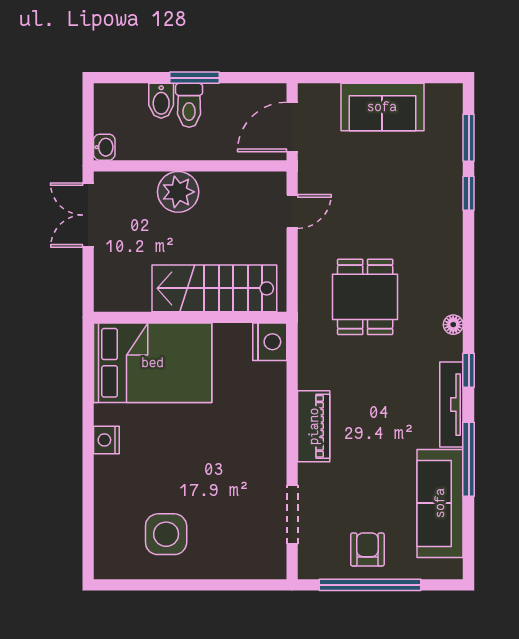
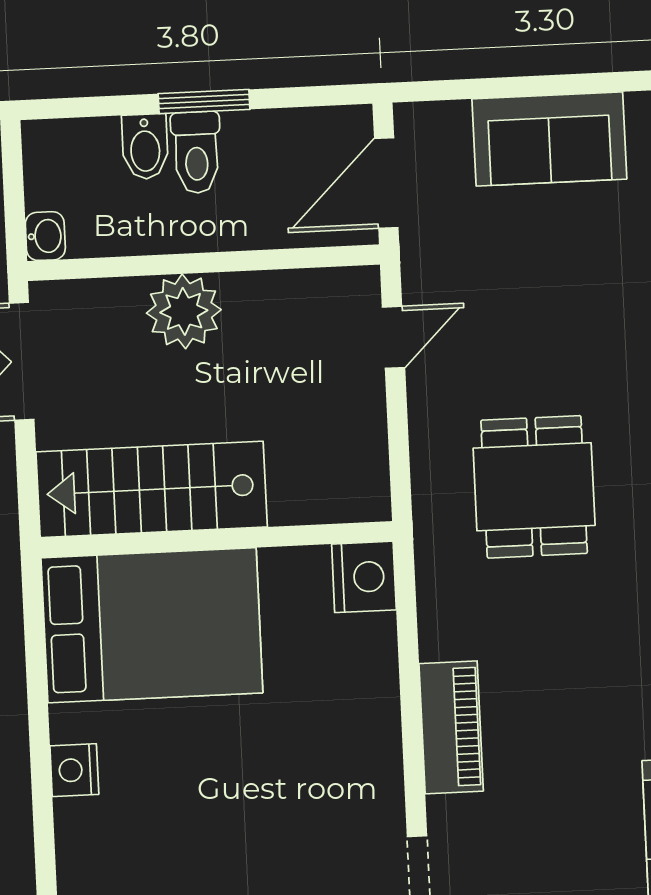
stairs: (214, 288) -> (152, 489), moved

